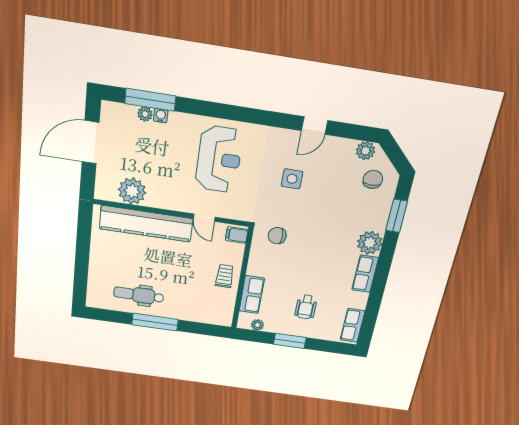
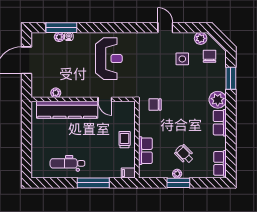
door: (315, 126) -> (165, 28), swing flipped
side table: (292, 179) -> (182, 59), moved
plant: (132, 191) -> (56, 93), width x0.53, depth x0.53
filing cabinet: (237, 235) -> (128, 173), moved
wheelchair: (306, 307) -> (184, 154), turned 136
window: (155, 322) -> (93, 183), moved
plant: (257, 325) -> (177, 174), moved

